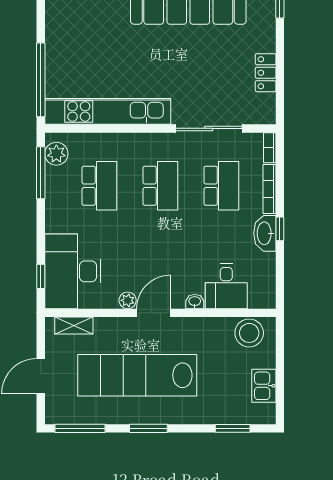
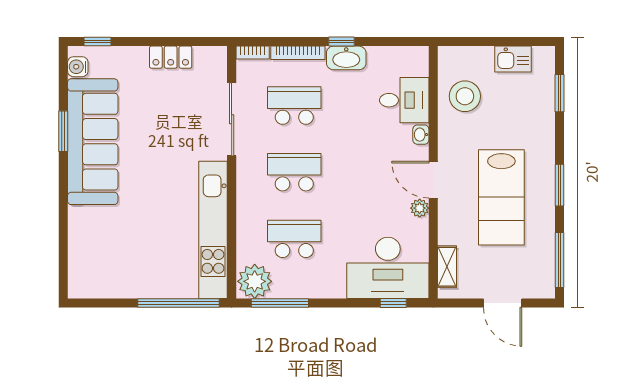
plant: (56, 154) -> (255, 281), width x1.36, depth x1.36
stool: (249, 333) -> (465, 96), moved
lab bench: (137, 375) -> (501, 197), width x0.73

